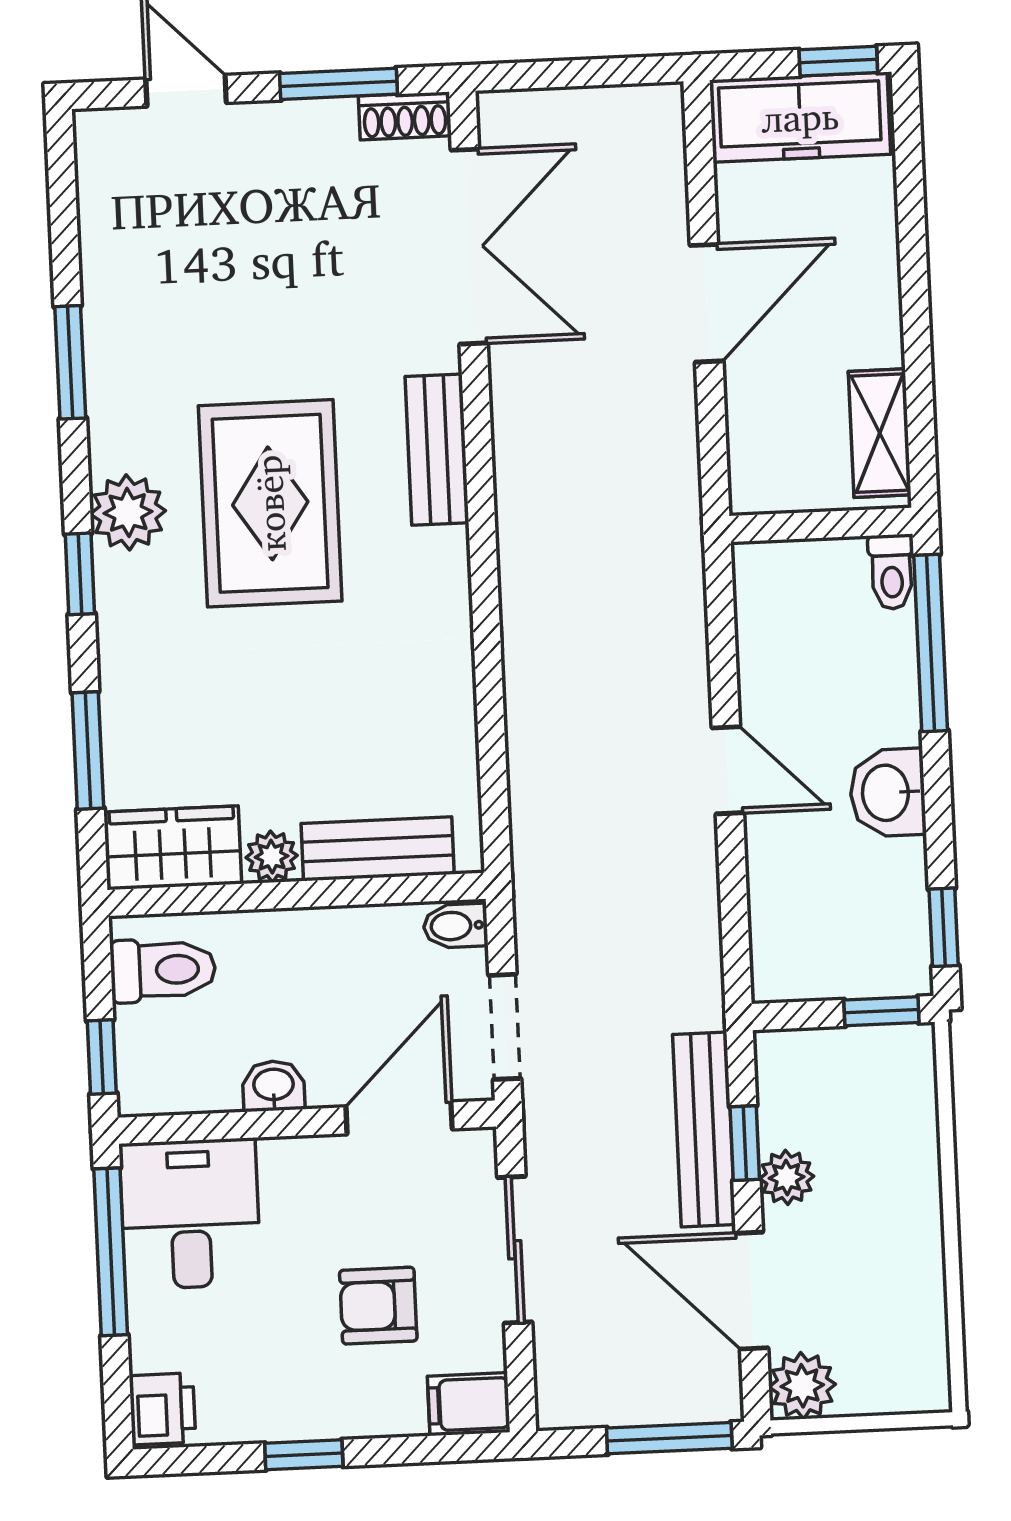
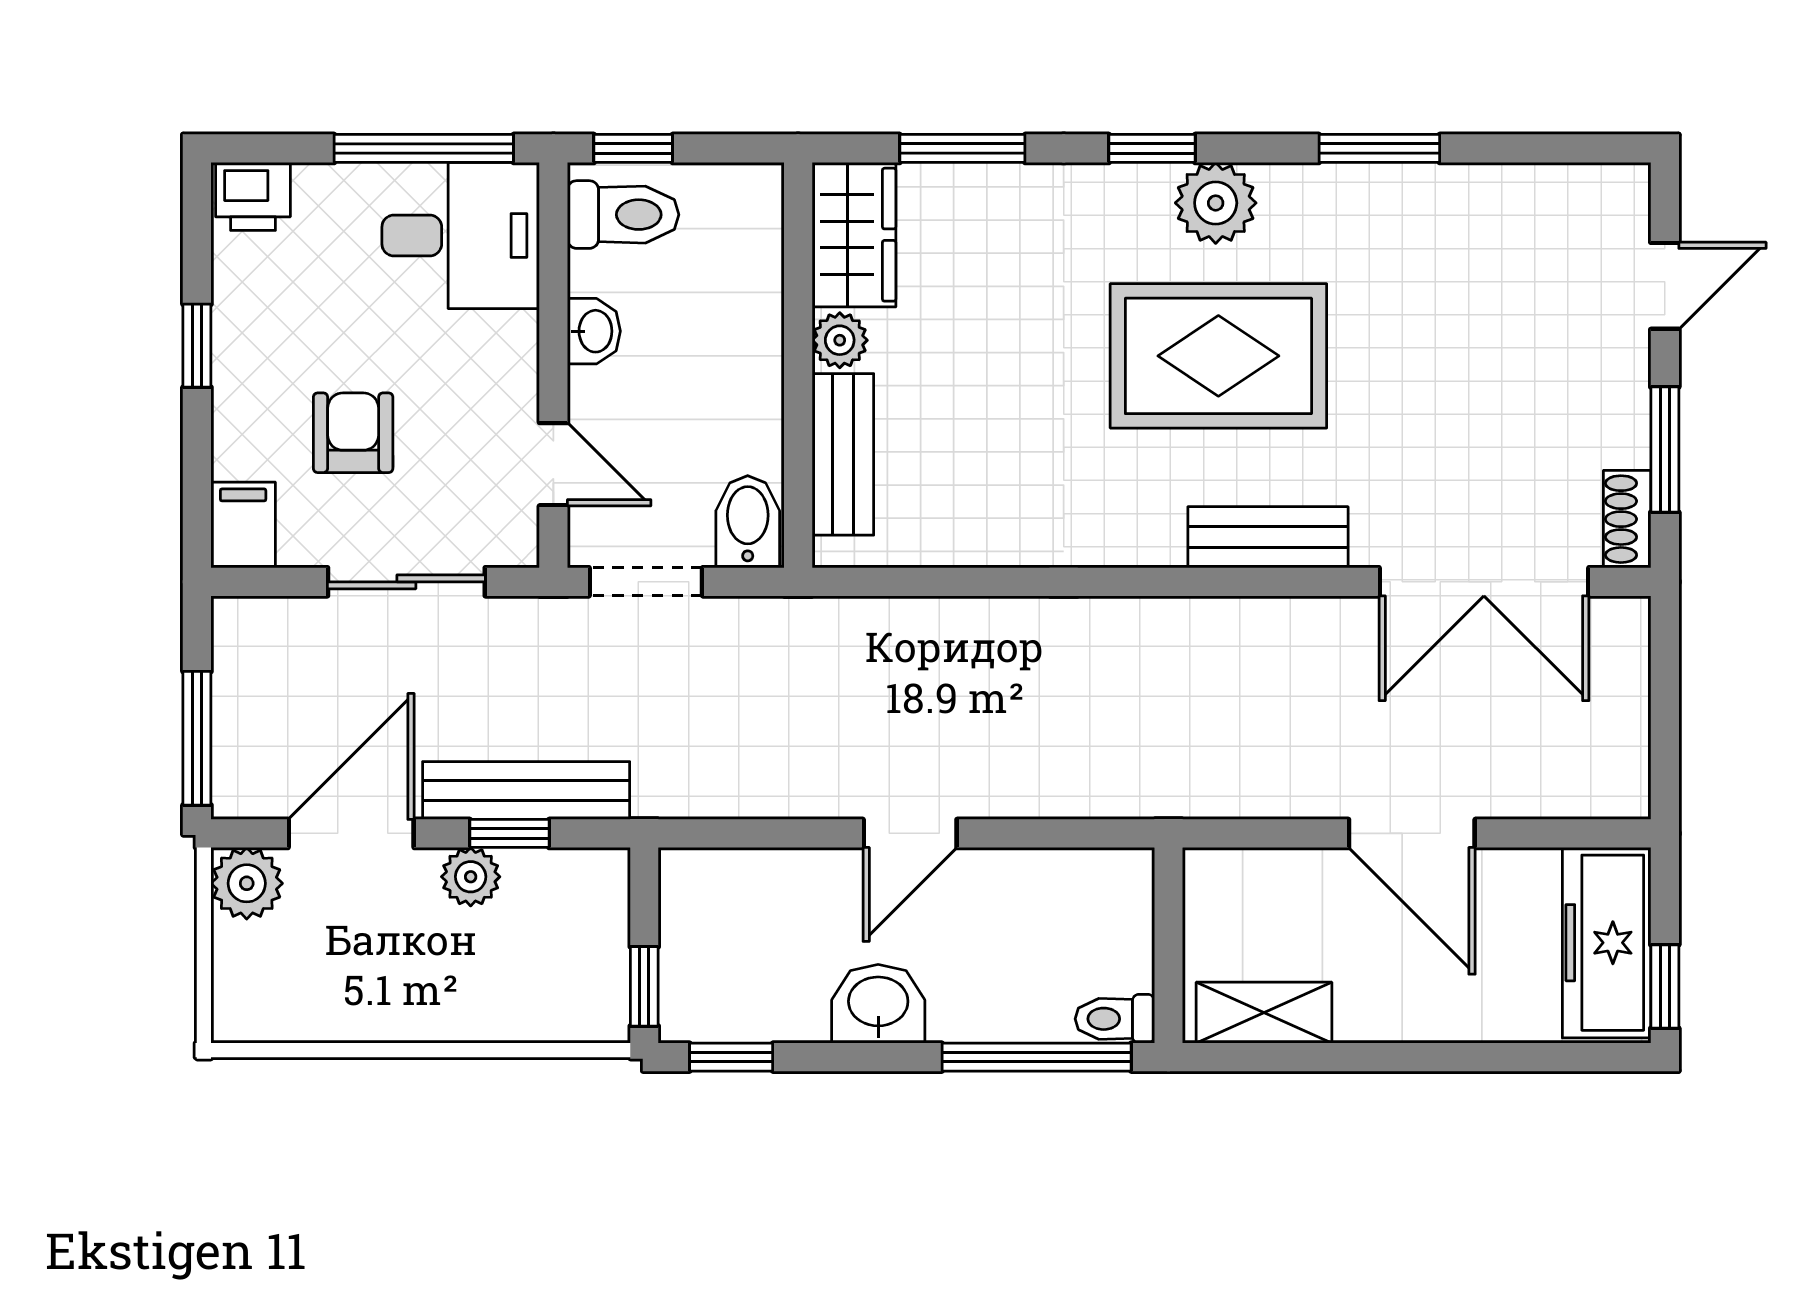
bidet: (455, 926) -> (748, 522), width x1.38, depth x1.36
toilet: (163, 970) -> (623, 215), moved, turned -90
door: (399, 1118) -> (553, 464), width x0.73

